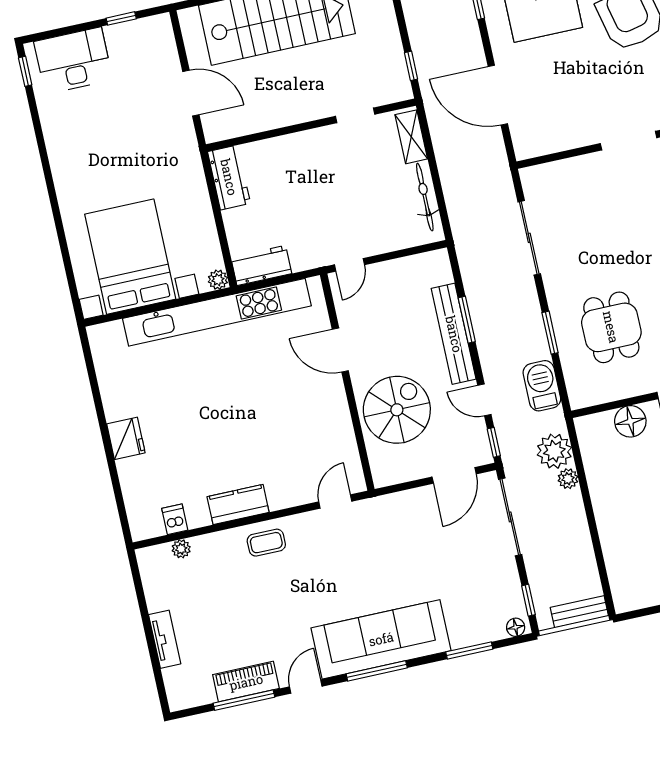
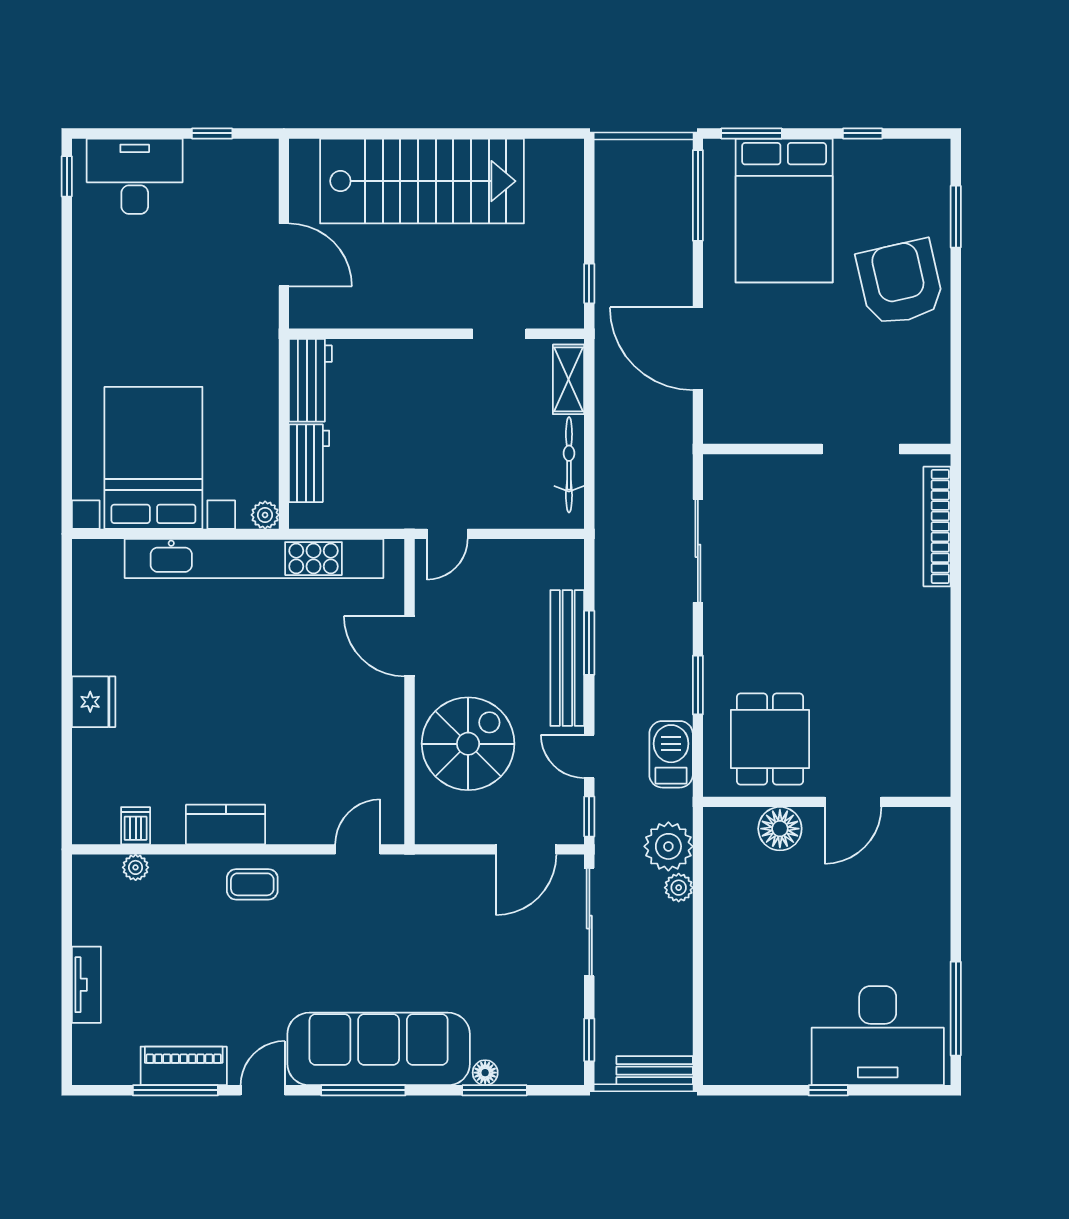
workbench: (261, 266) -> (309, 463), moved, turned 90
dining table: (611, 327) -> (770, 739), moved
floor lamp: (516, 627) -> (485, 1073), moved

